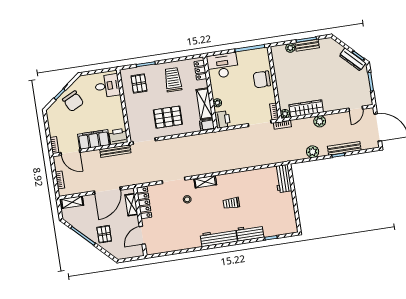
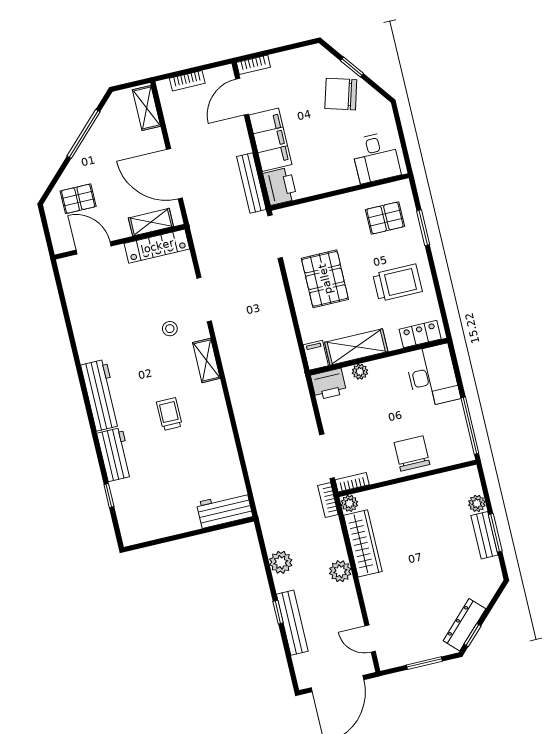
chair: (73, 101) -> (341, 94), turned 42
pallet: (104, 234) -> (78, 199), moved

